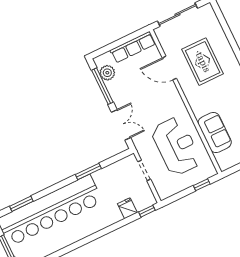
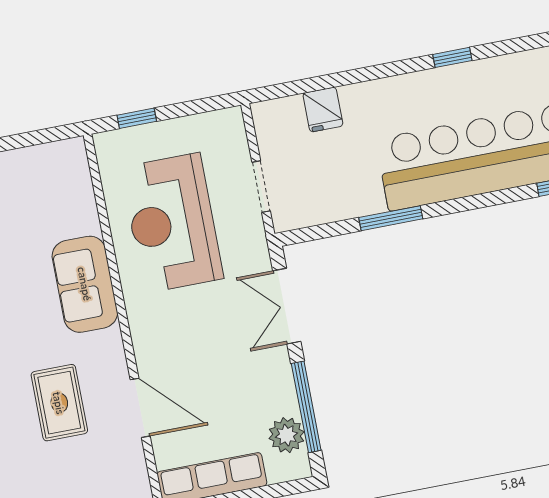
rug: (203, 62) -> (59, 403), width x0.73, depth x0.70
sofa: (215, 132) -> (85, 284), moved
window: (147, 211) -> (452, 57), moved

